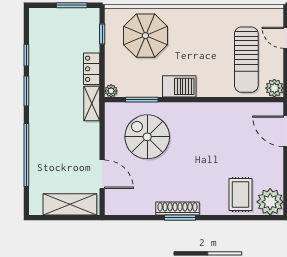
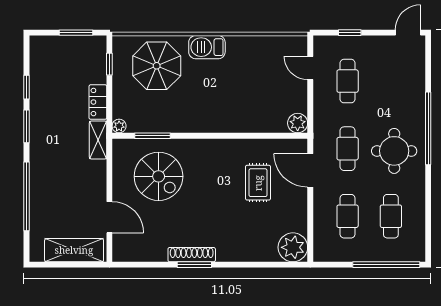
sun lounger: (246, 60) -> (267, 92), removed
barbecue: (179, 86) -> (207, 47), moved, turned 180
spiral stairs: (147, 137) -> (159, 176), turned 180
rug: (241, 194) -> (258, 183), moved

